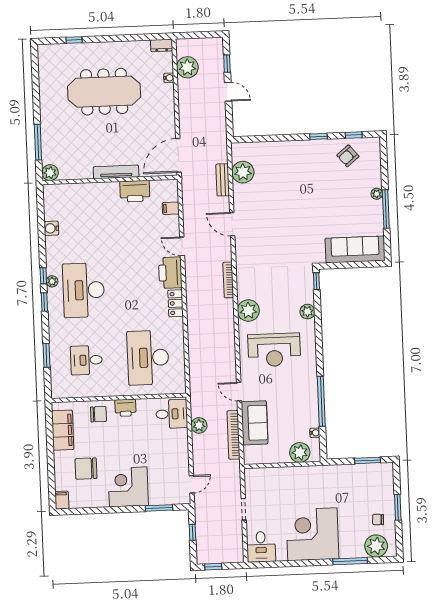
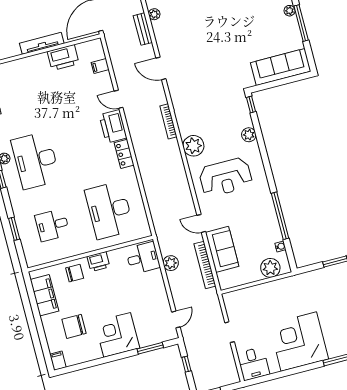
plant: (243, 172) -> (154, 14), width x0.53, depth x0.53

